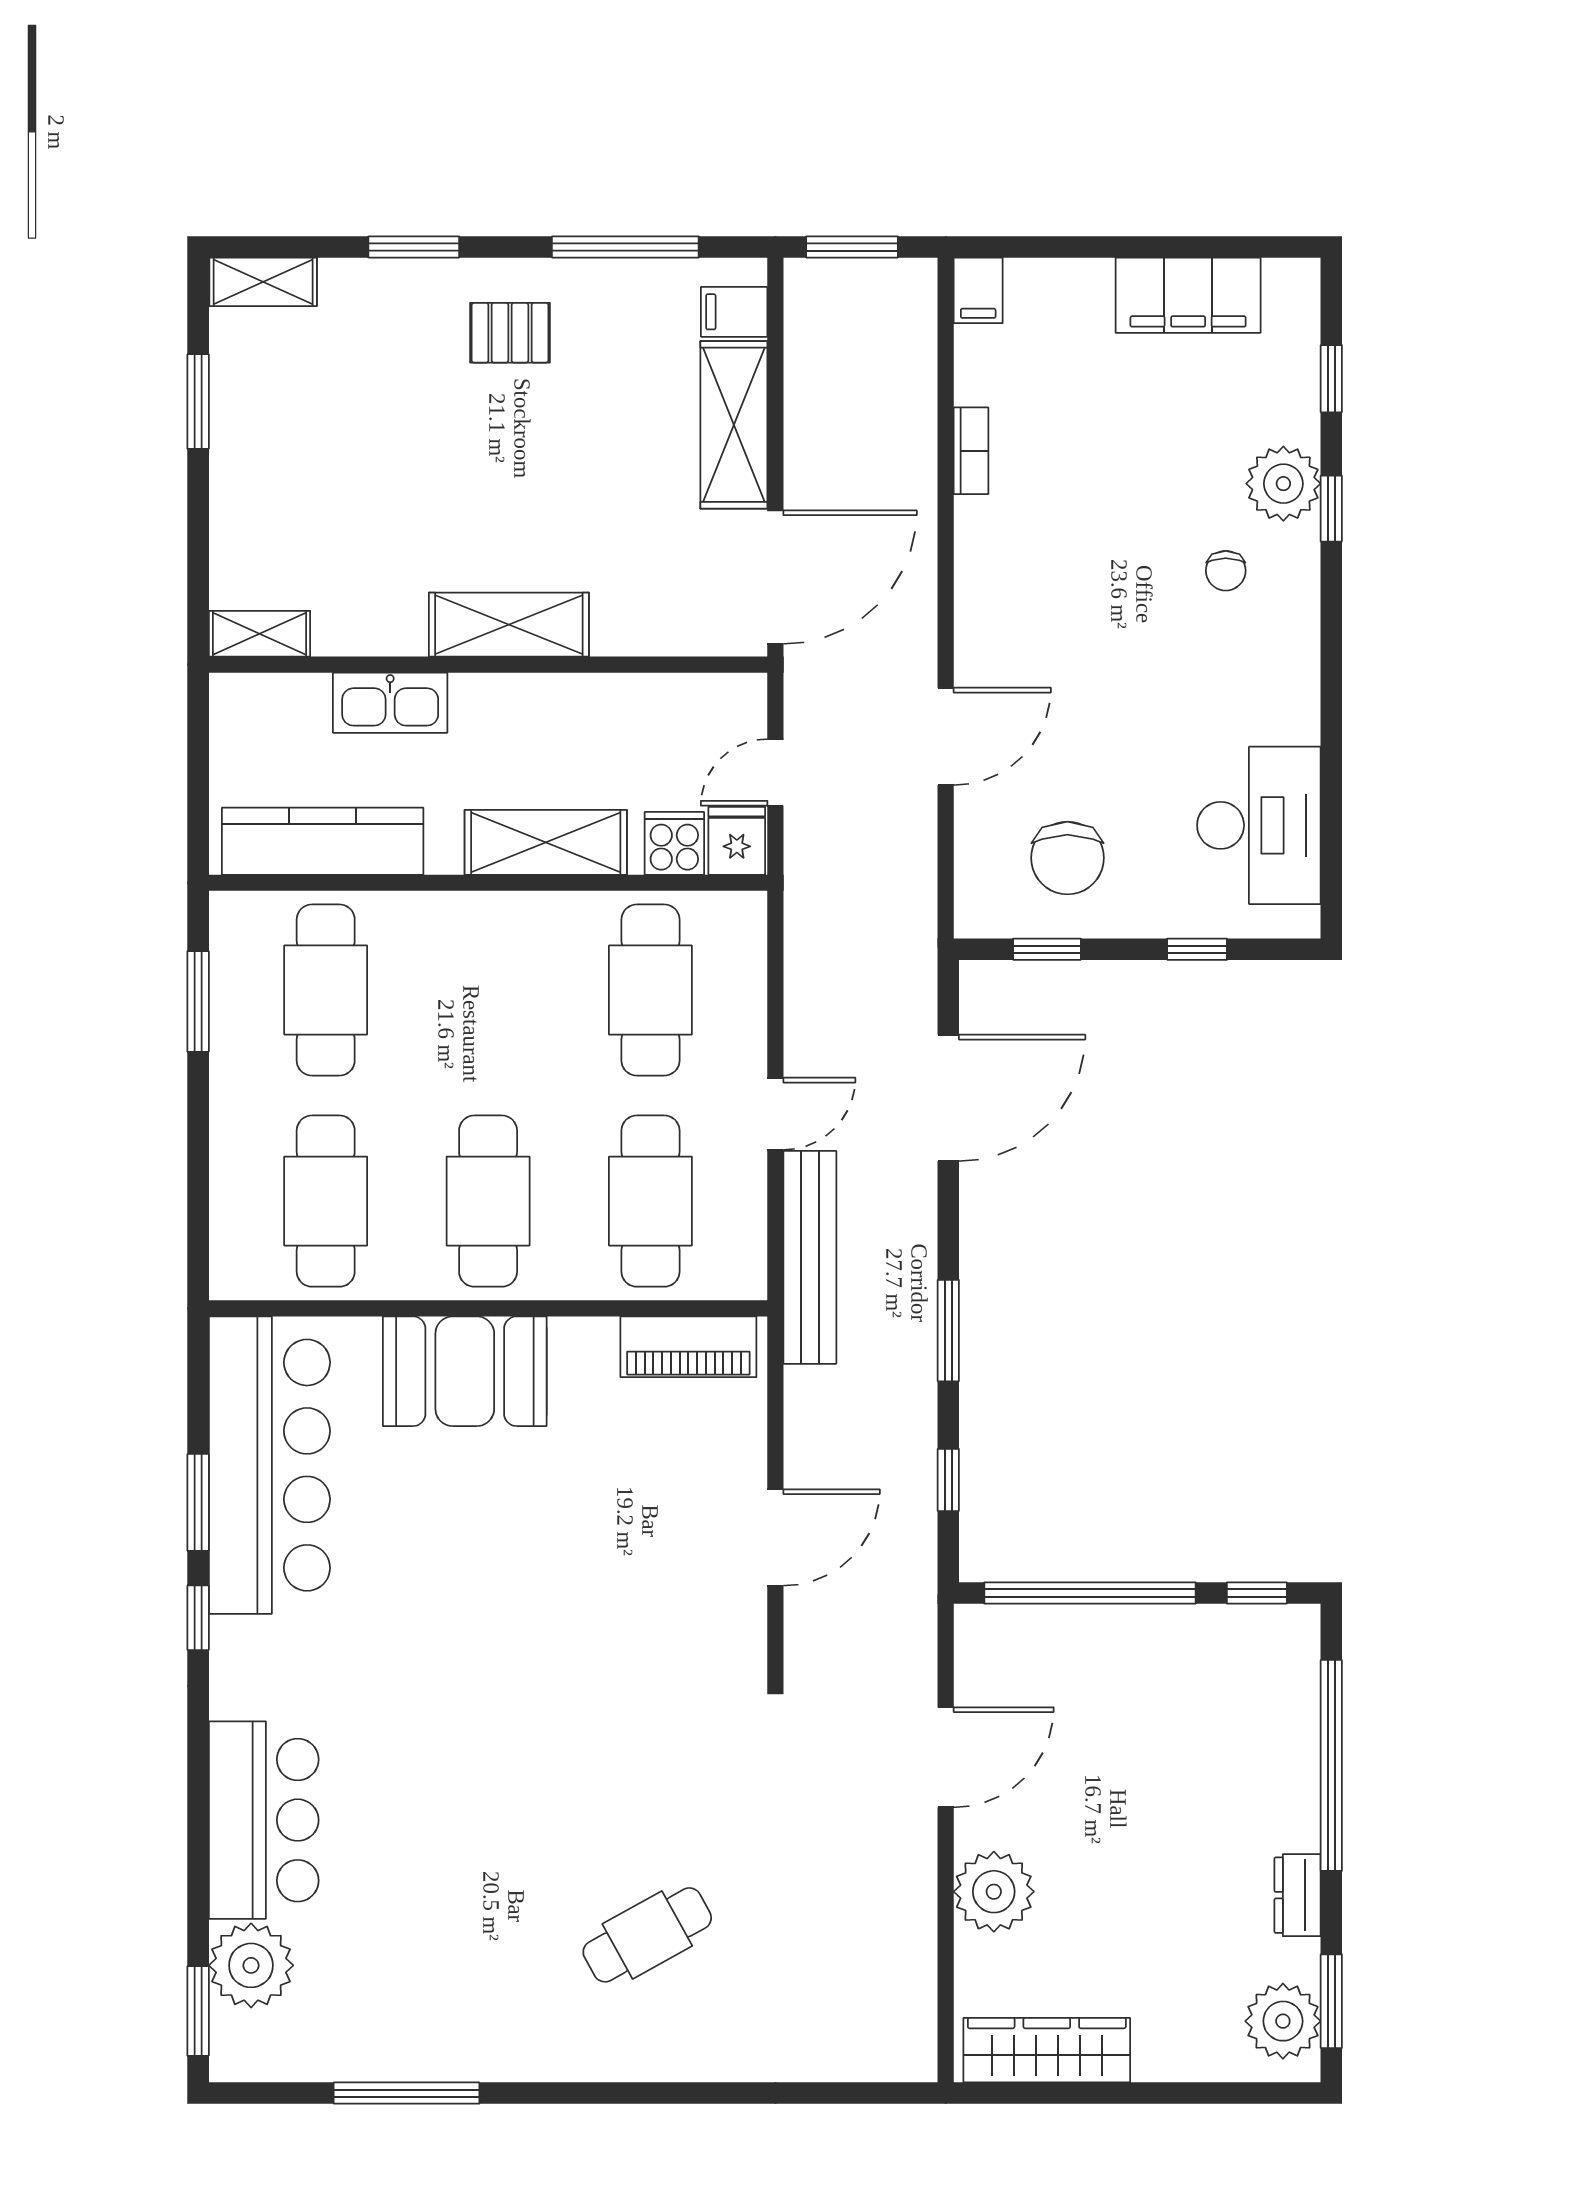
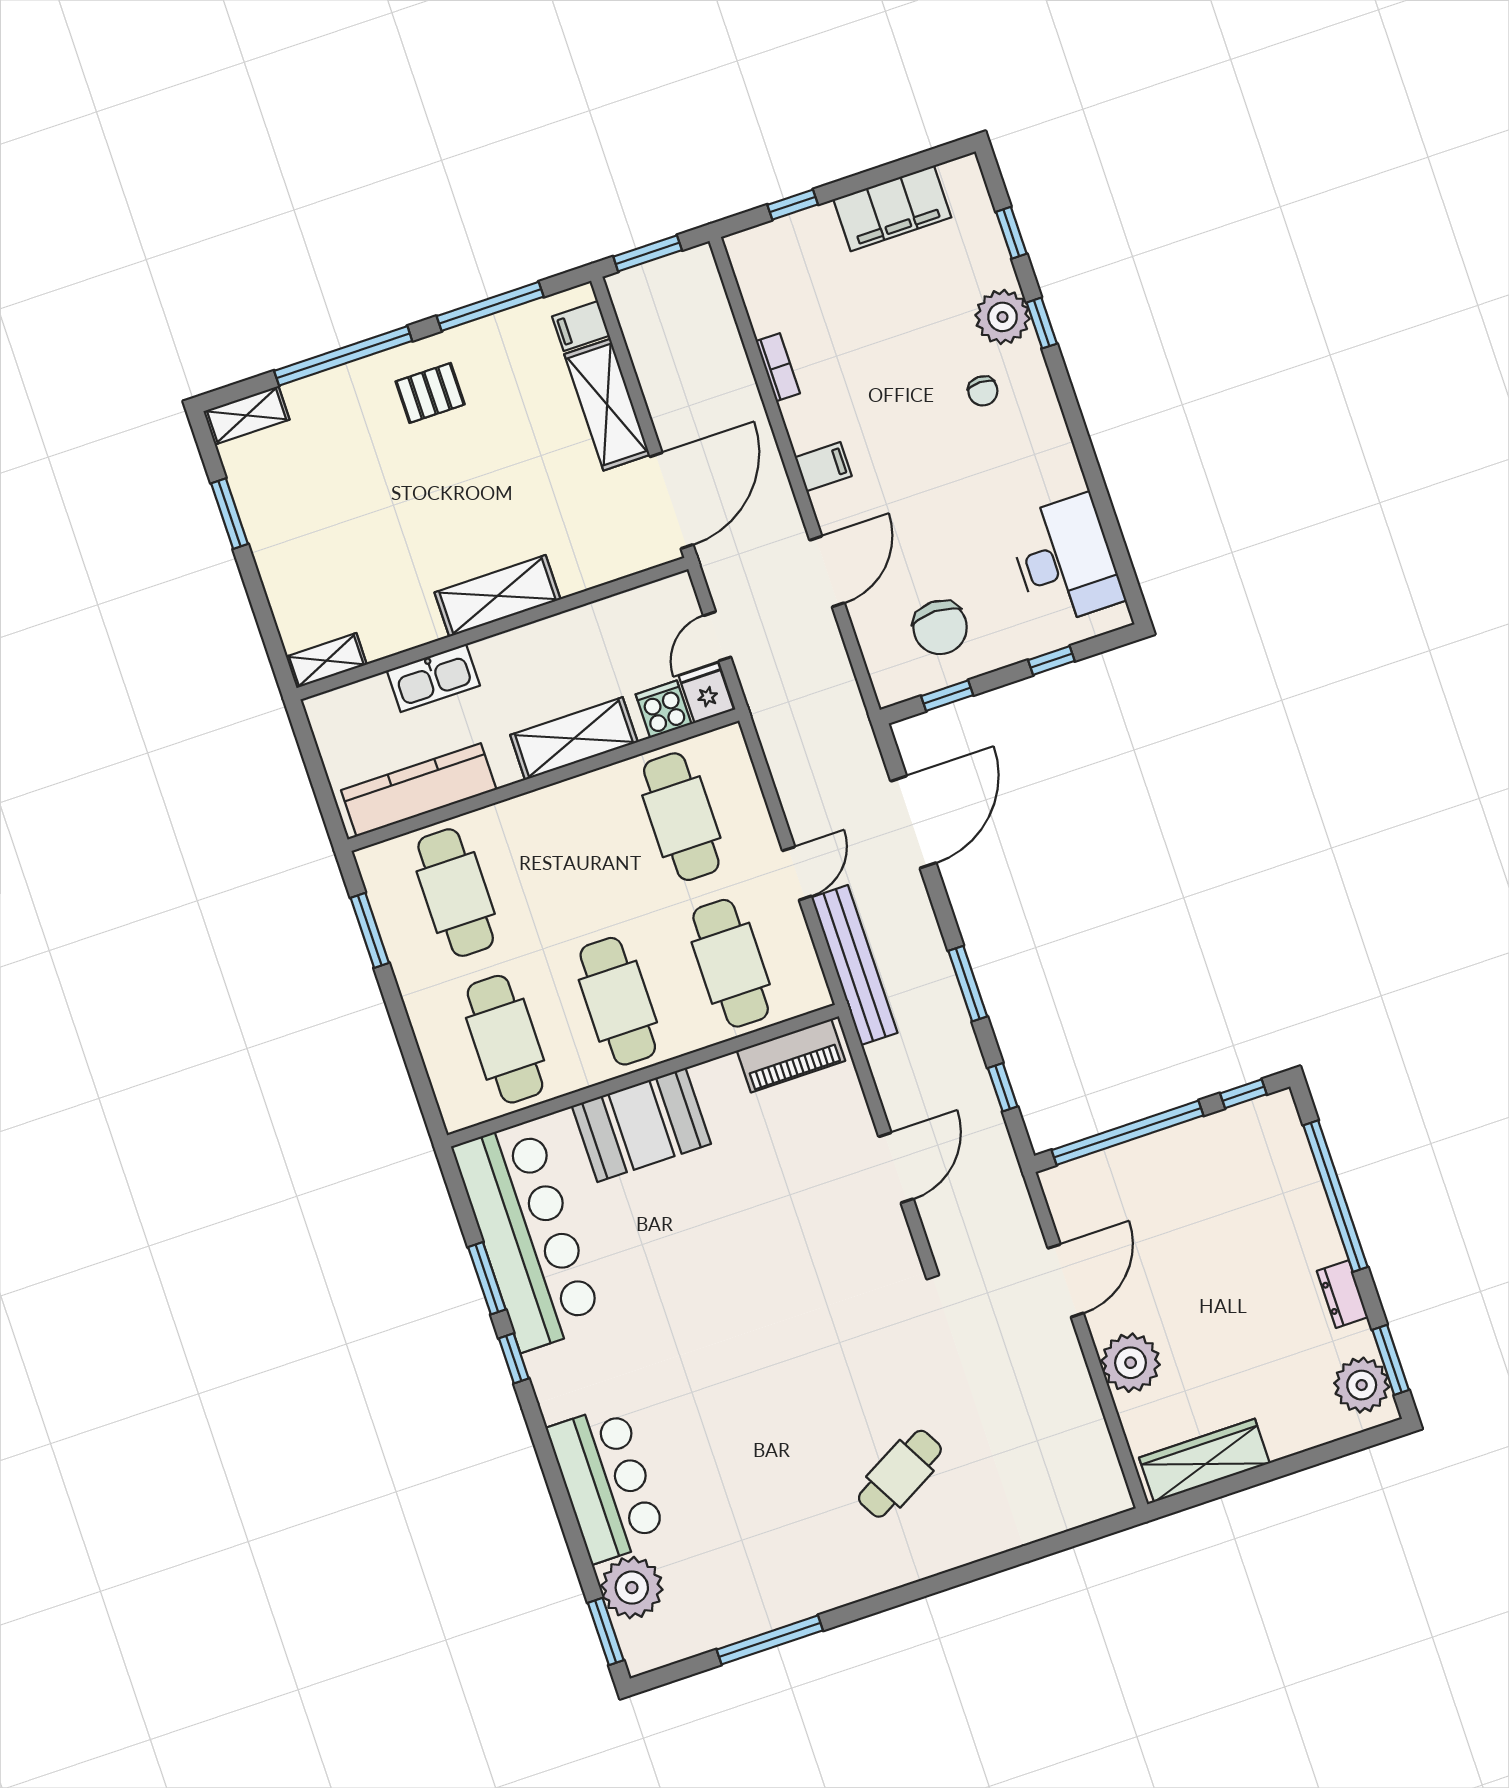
window: (414, 247) -> (343, 356), width x2.11
window: (1061, 247) -> (793, 205), added
filing cabinet: (978, 290) -> (823, 467), moved, turned -90

